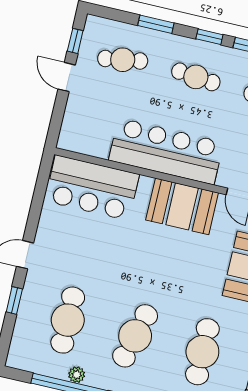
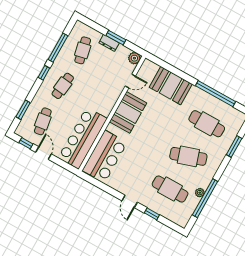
window: (156, 24) -> (23, 110), moved
door: (67, 77) -> (43, 153), swing flipped
bar counter: (166, 151) -> (83, 138), moved
cafe table: (135, 336) -> (188, 156), turned -33

